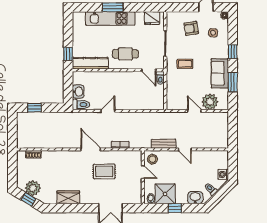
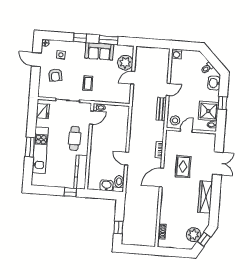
washing machine: (223, 174) -> (177, 54), moved
wardrobe: (68, 197) -> (205, 197), width x1.50

